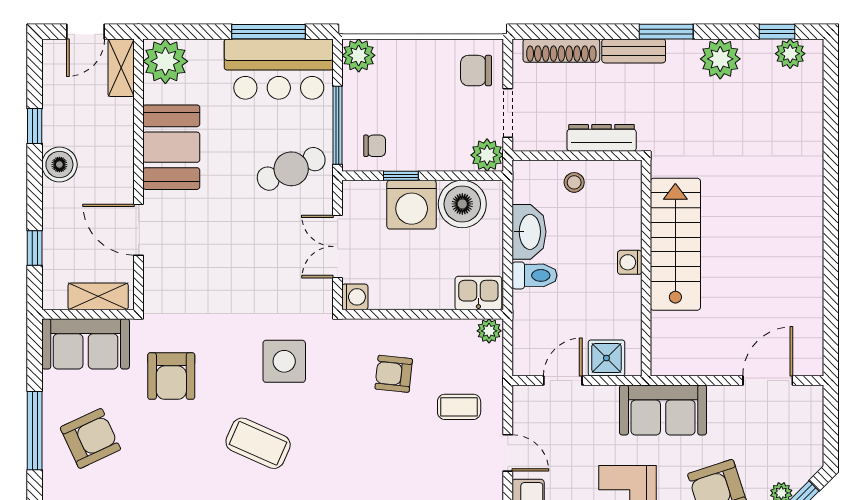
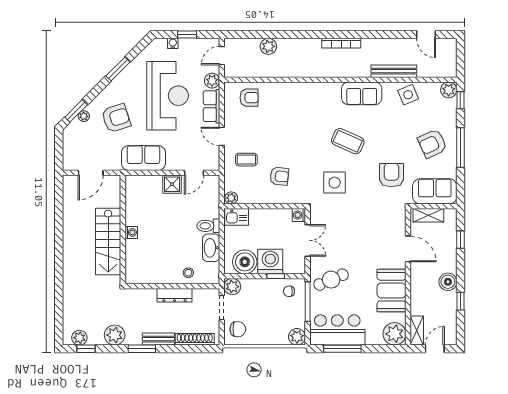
stairs: (675, 244) -> (108, 242), moved
washing machine: (630, 262) -> (131, 232), moved
wall: (646, 268) -> (123, 230), moved

